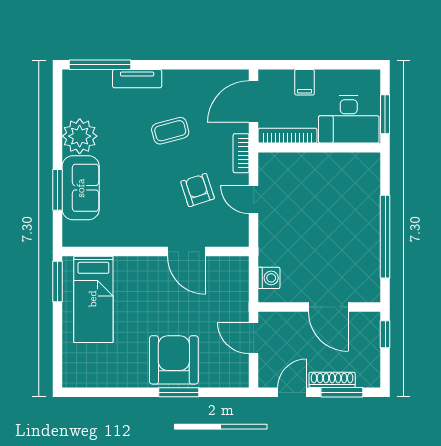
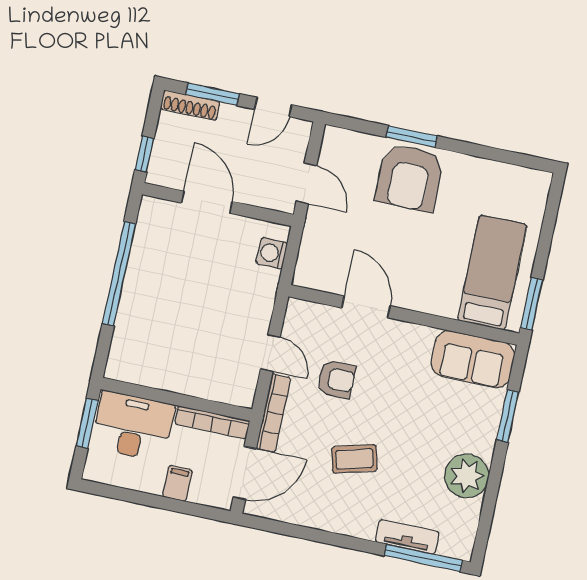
tv unit: (137, 79) -> (407, 537), moved
bookcase: (241, 153) -> (273, 413), width x1.56
sofa: (81, 188) -> (473, 359), moved, turned -90
armchair: (198, 190) -> (336, 379), turned -72
shoe rack: (332, 380) -> (190, 105), moved

